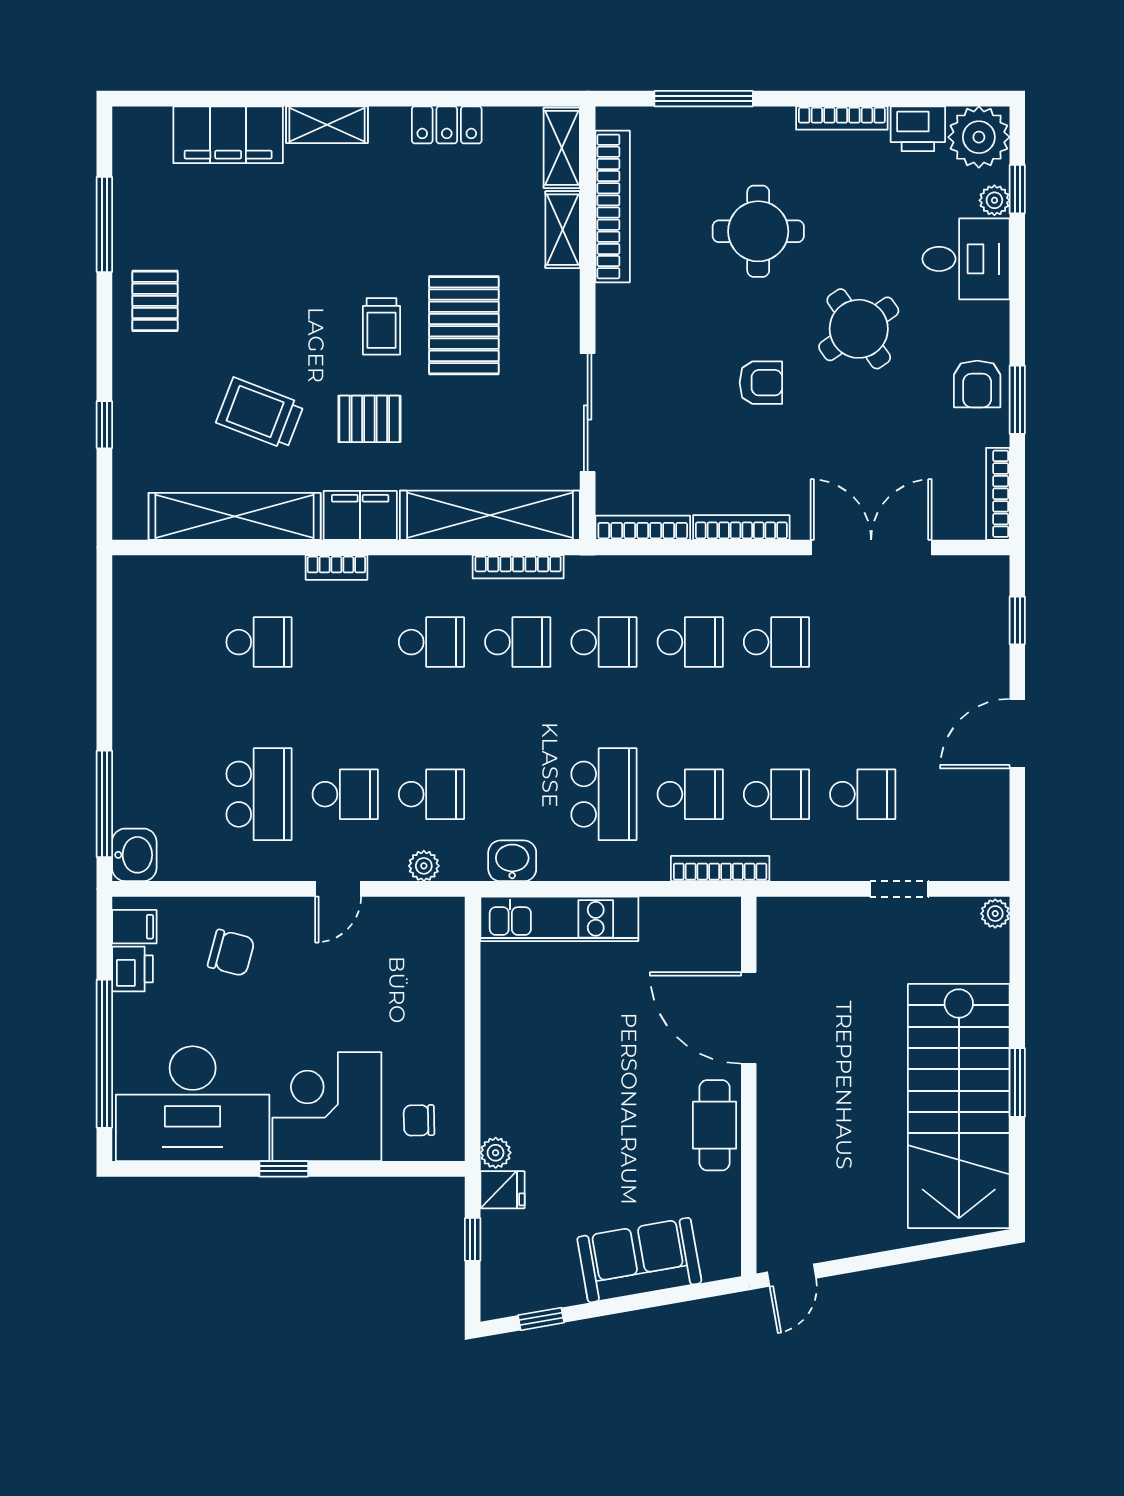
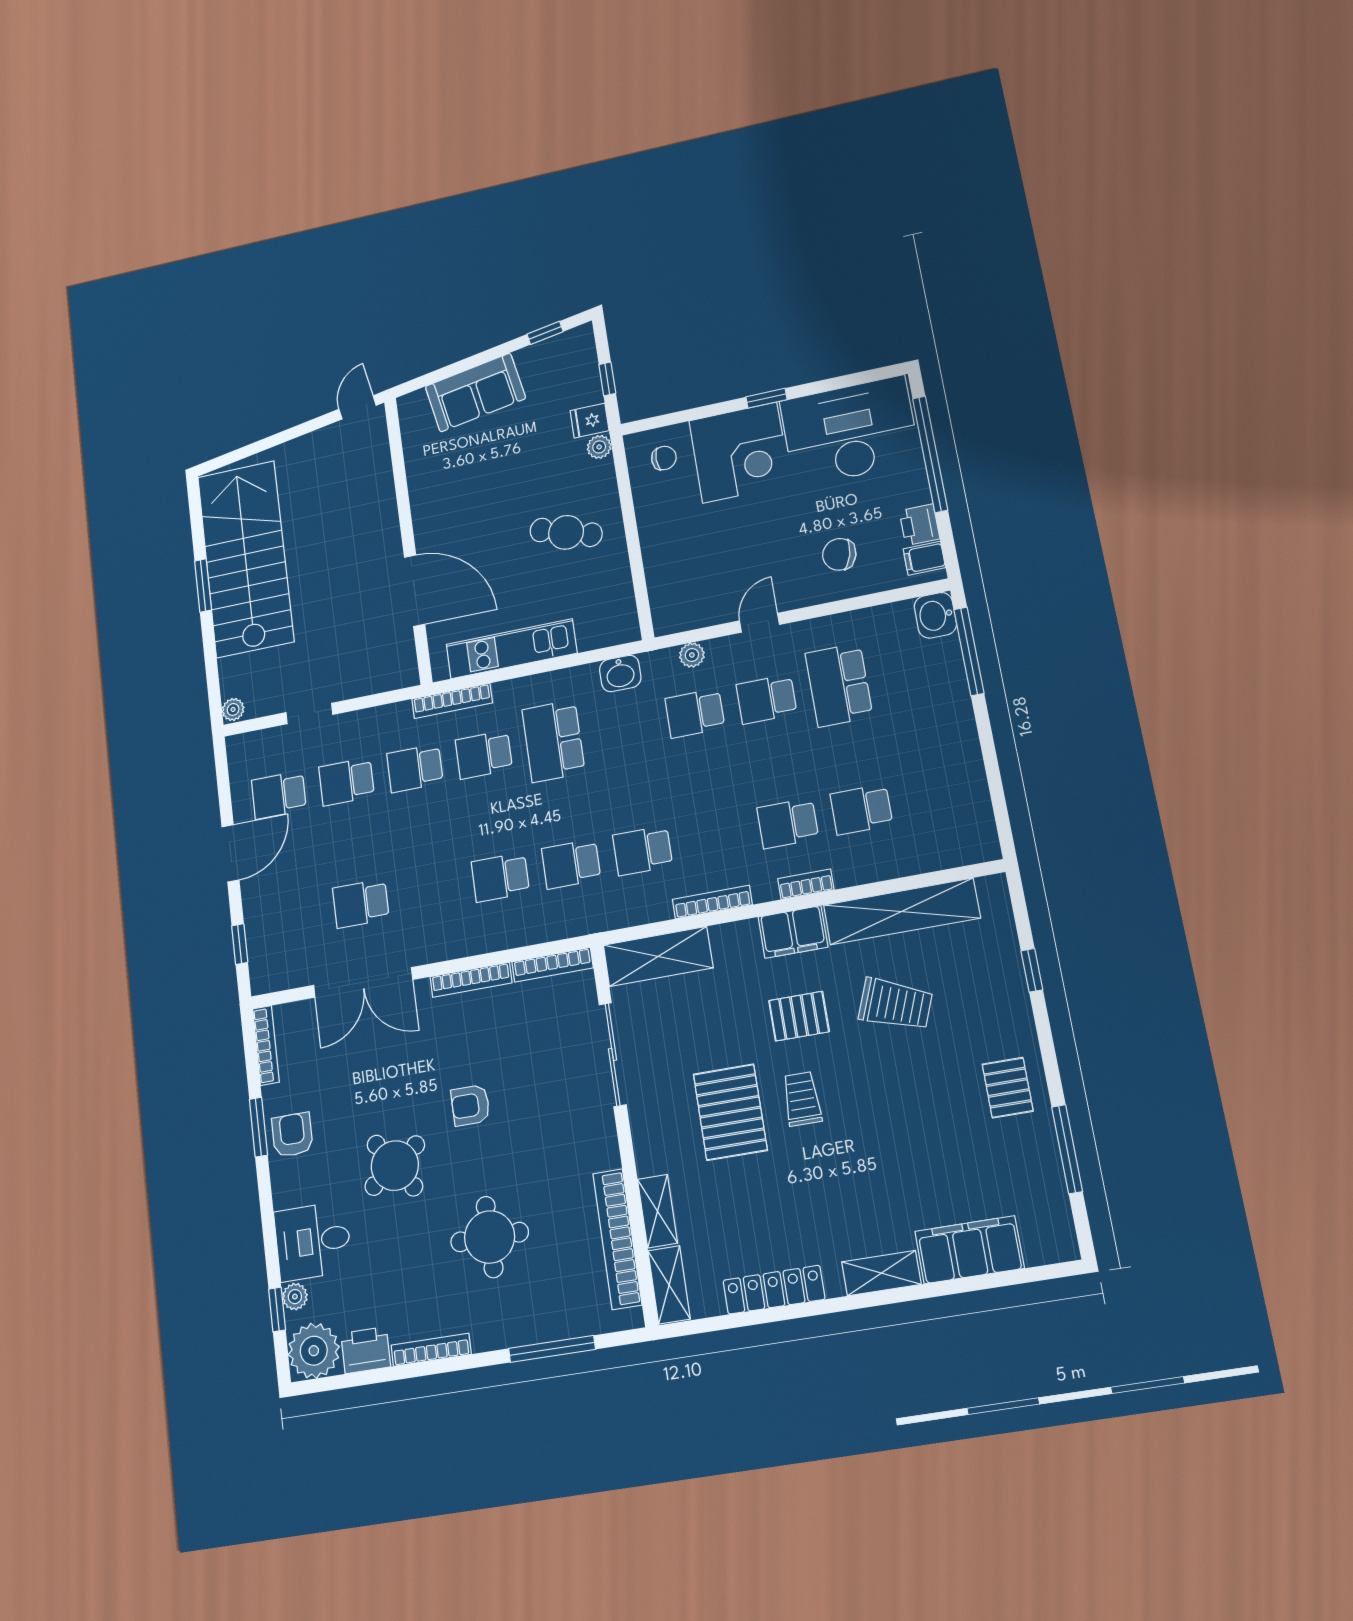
locker: (447, 125) -> (774, 1290), width x1.53
shelving: (490, 515) -> (658, 956), width x0.68
bookcase: (518, 567) -> (712, 902), moved
school desk: (431, 642) -> (788, 823), moved
school desk: (776, 642) -> (361, 904), moved
school desk: (949, 794) -> (279, 795), added
kitchen unit: (559, 919) -> (511, 649), moved
cafe table: (715, 1125) -> (566, 532), moved, turned -72

